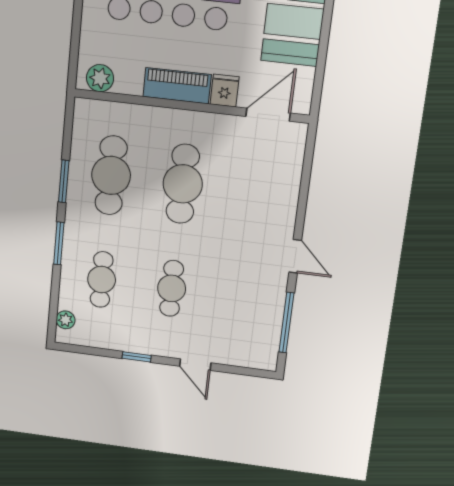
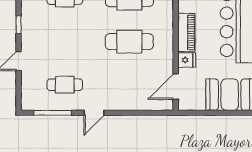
door: (268, 115) -> (176, 87), swing flipped
cafe table: (172, 288) -> (65, 85), moved

